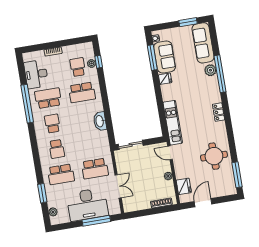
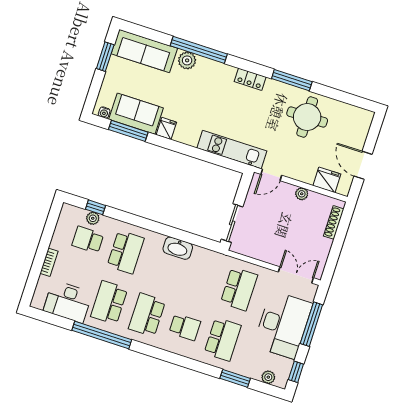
school desk: (52, 124) -> (147, 315), width x1.85
window: (237, 175) -> (292, 80), moved
double door: (118, 186) -> (296, 275), moved
window: (64, 226) -> (296, 372), added

